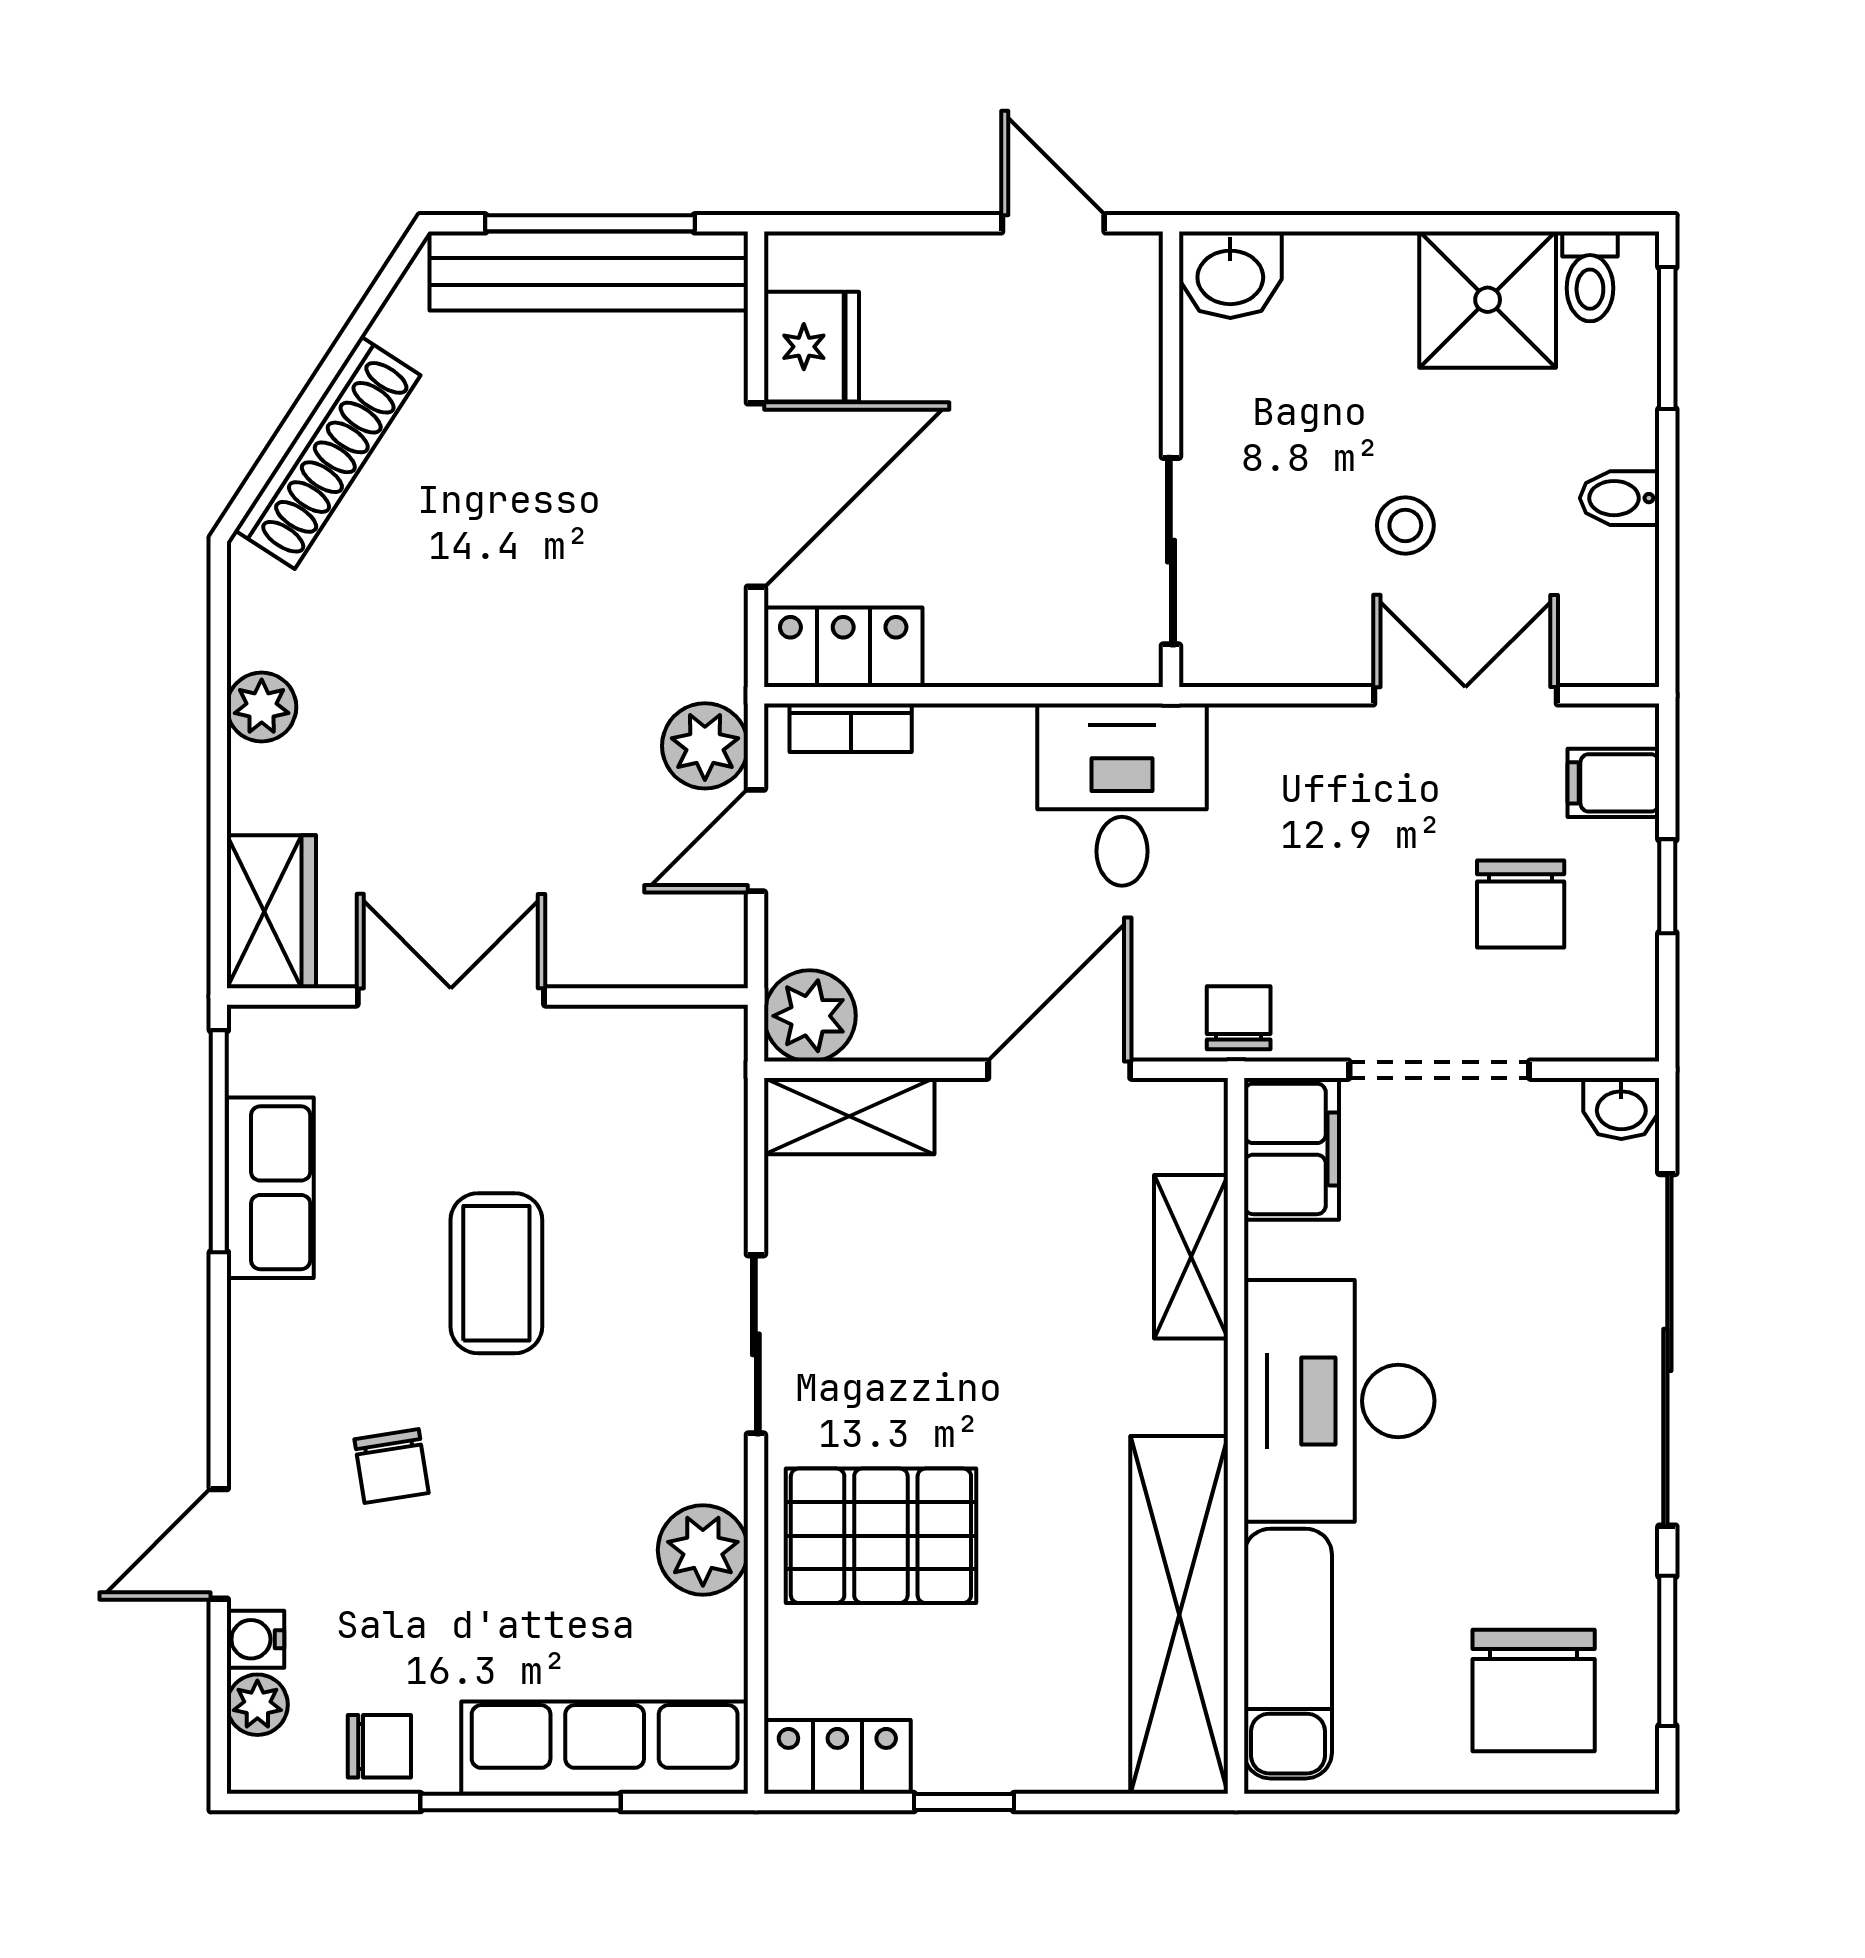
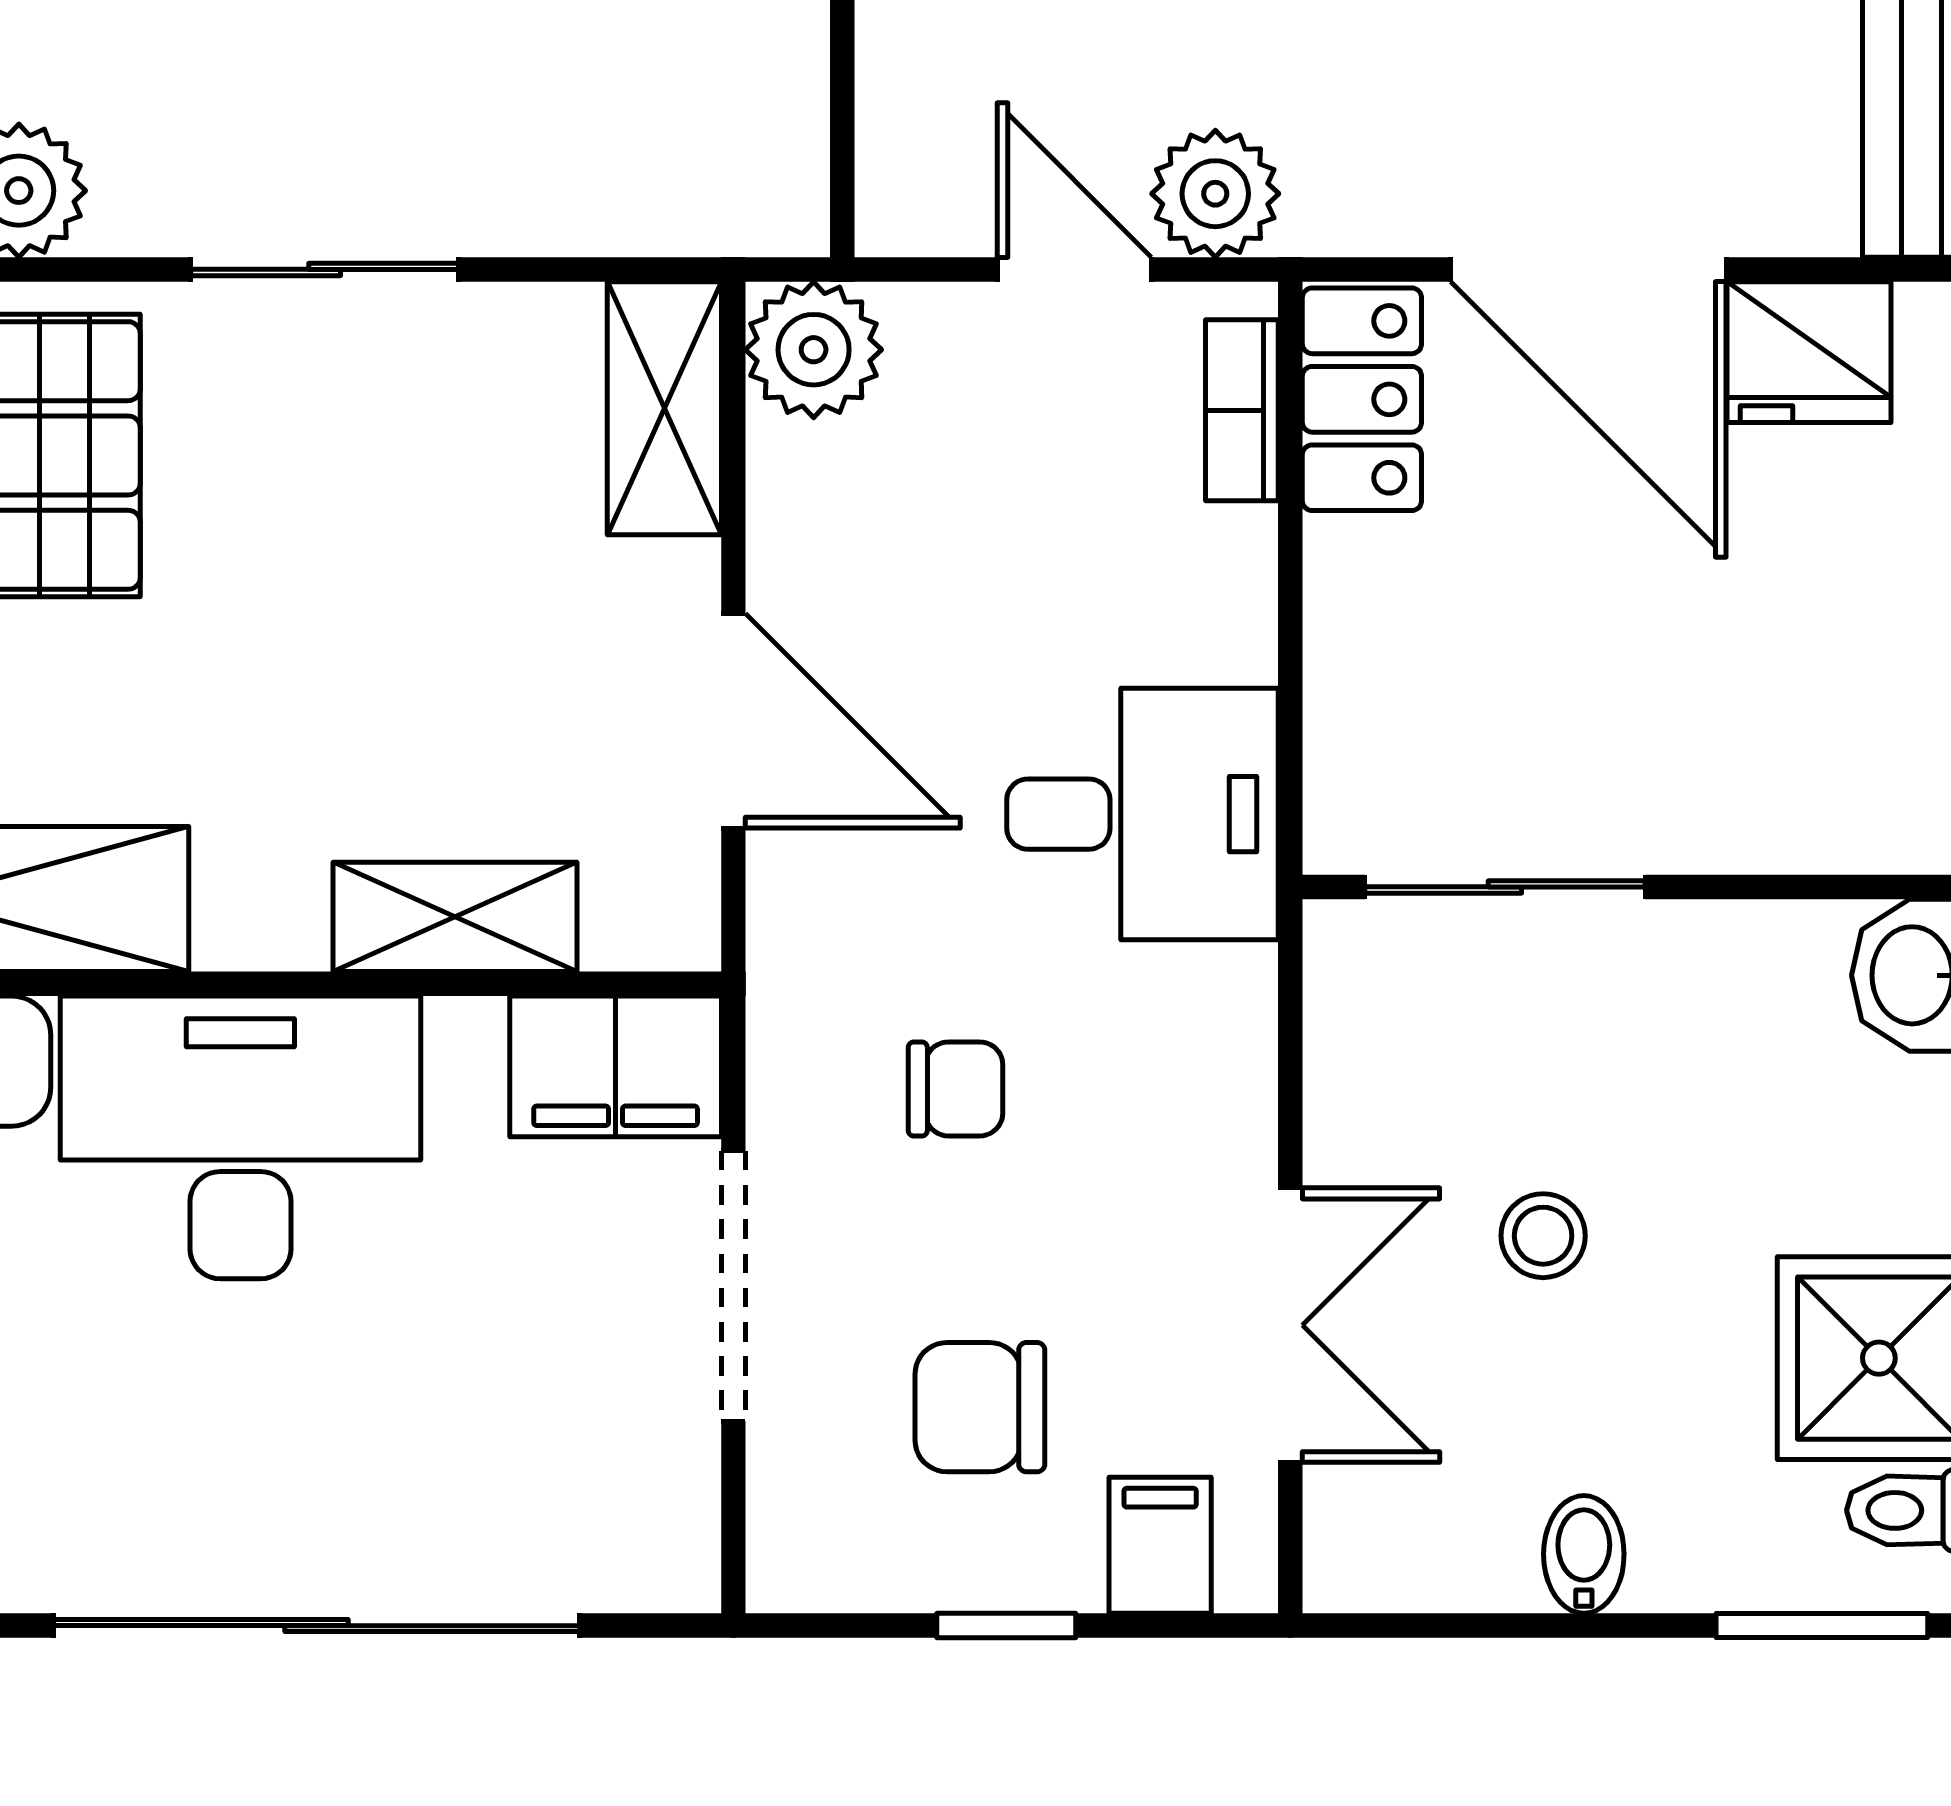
chair: (1239, 1018) -> (956, 1089), moved
washbasin: (1621, 1109) -> (676, 1557), removed

